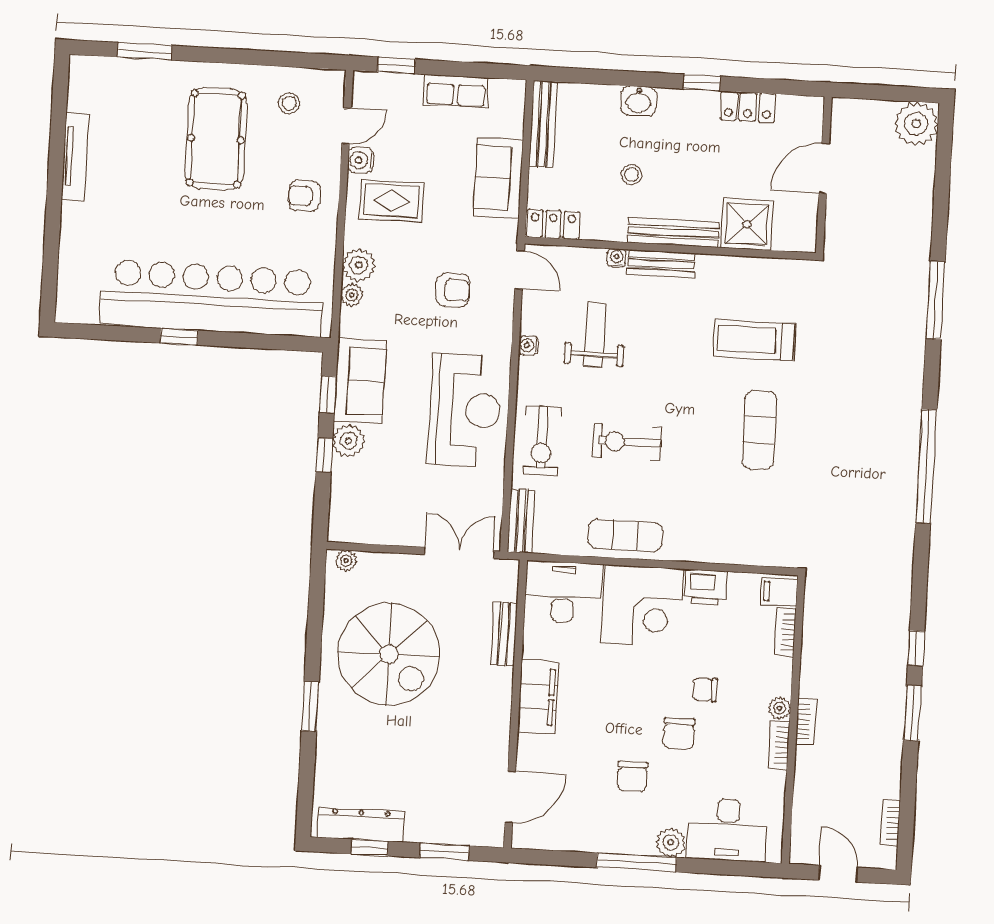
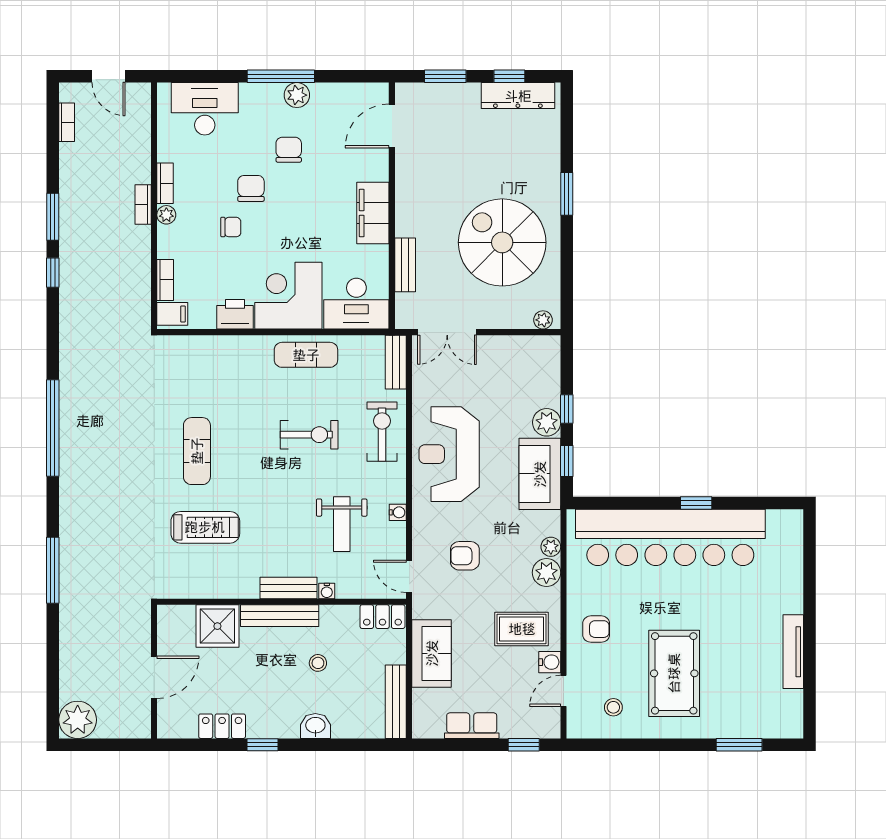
plant: (671, 842) -> (297, 95), moved

